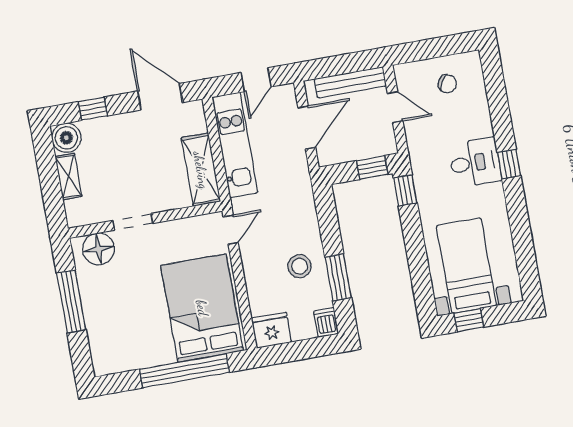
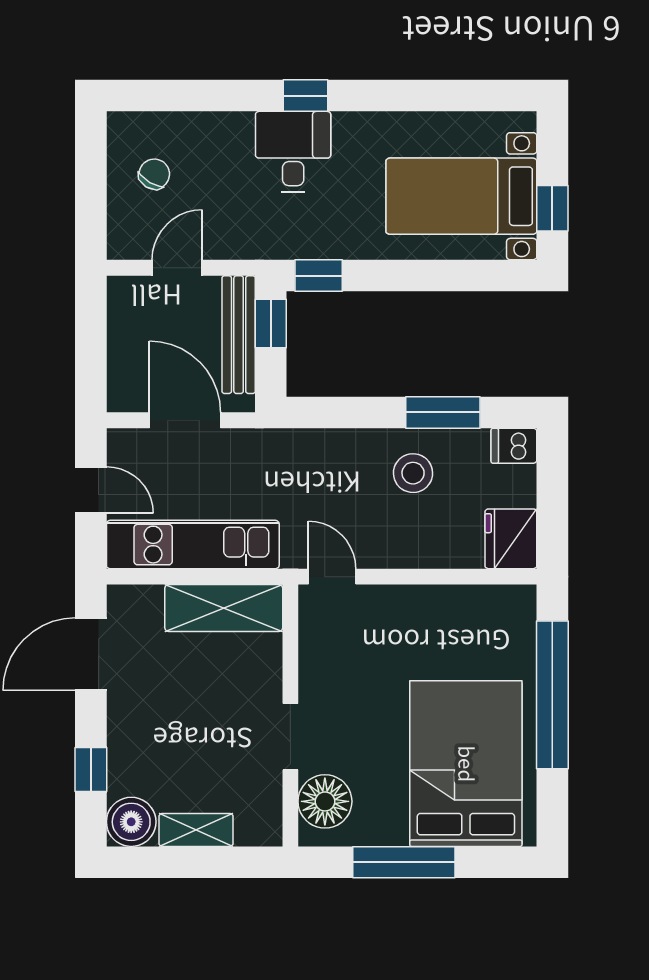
bench: (350, 82) -> (239, 335), moved
bed: (202, 308) -> (466, 764), moved, turned 90

